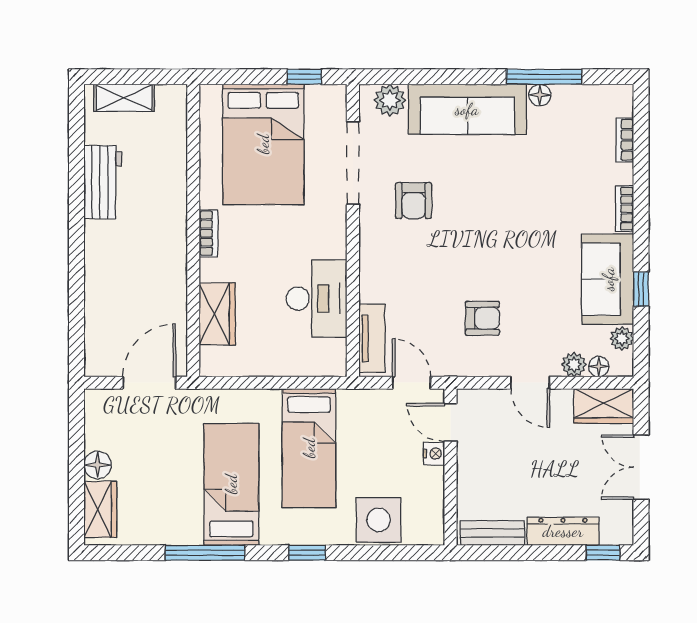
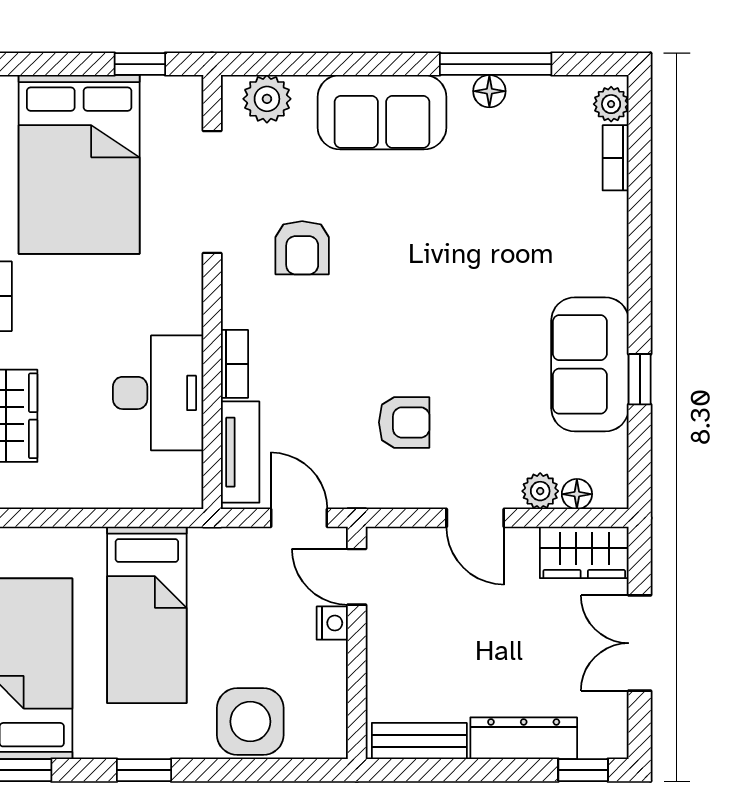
sofa: (467, 109) -> (382, 112), width x0.73
bookcase: (625, 209) -> (234, 364), moved, turned 180
plant: (622, 339) -> (611, 104), moved

